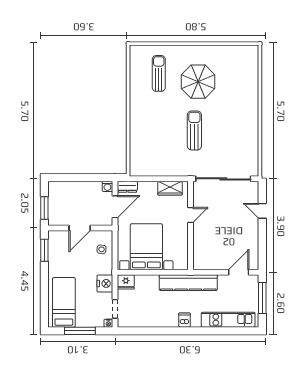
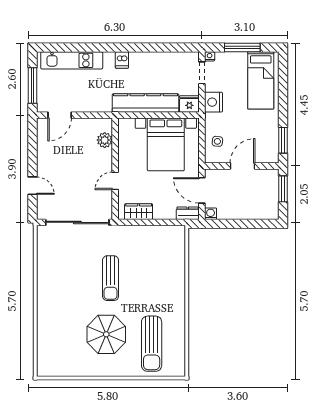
sun lounger: (159, 73) -> (152, 344), width x1.36, depth x1.34
door: (115, 207) -> (202, 190), hinge flipped
plant: (200, 250) -> (105, 140), added
kitchen counter: (188, 283) -> (145, 103), moved

